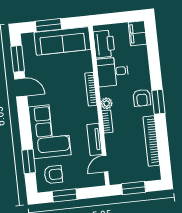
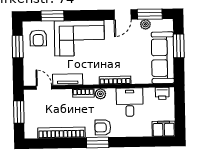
printer: (104, 44) -> (162, 93), width x0.53, depth x0.68
plant: (29, 62) -> (145, 24), added

